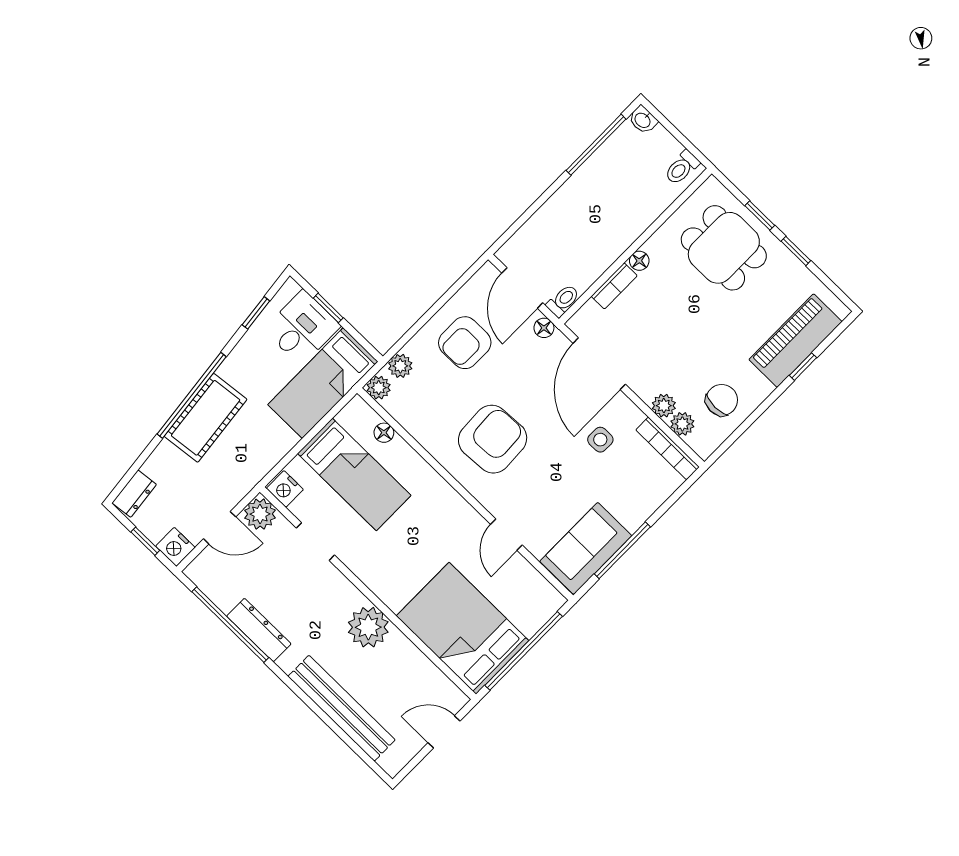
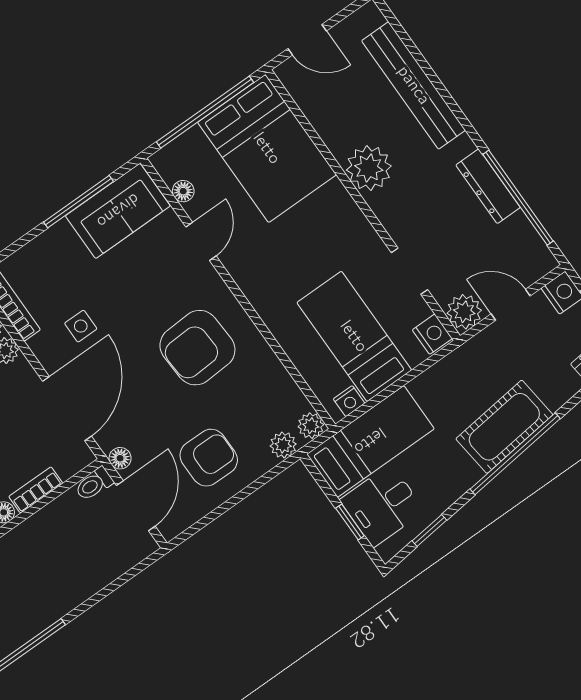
nightstand: (349, 416) -> (349, 401), added
floor lamp: (384, 433) -> (183, 191), moved

